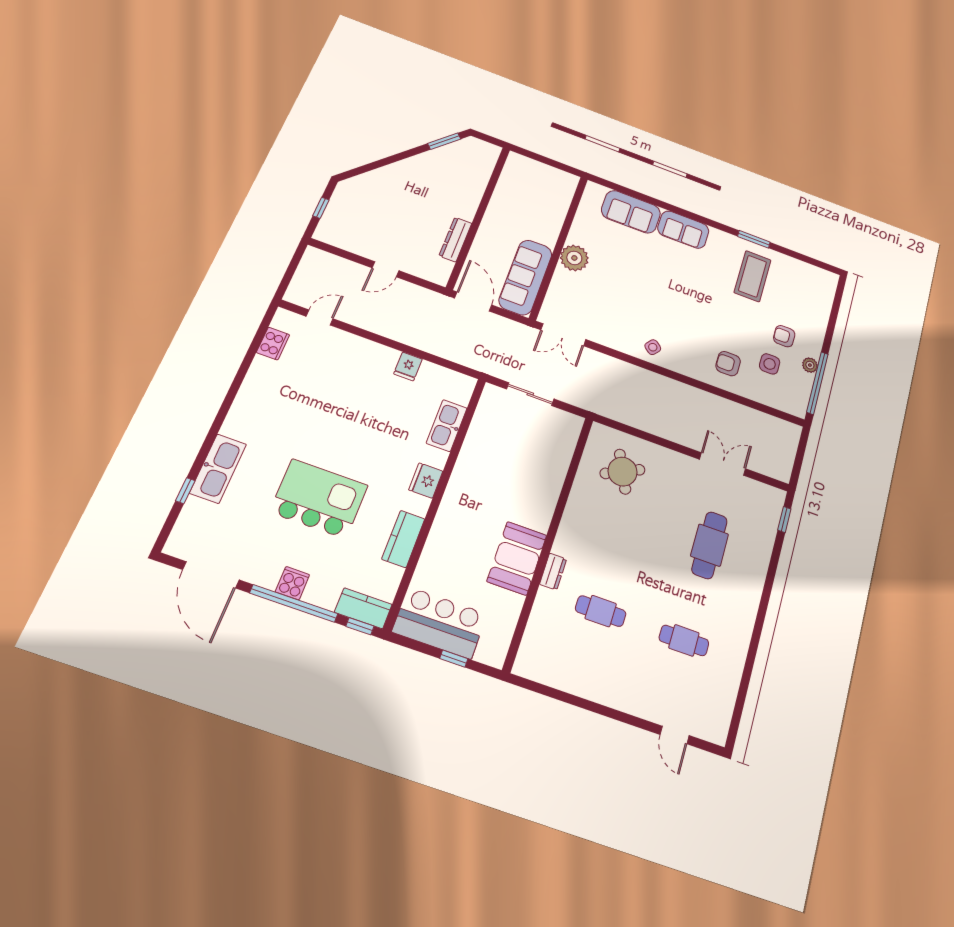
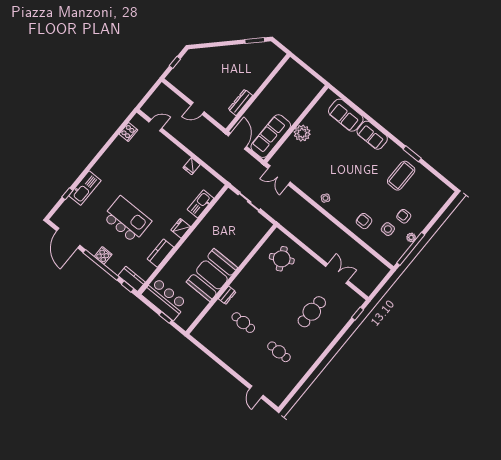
booth: (517, 558) -> (212, 275), width x1.36, depth x1.42

